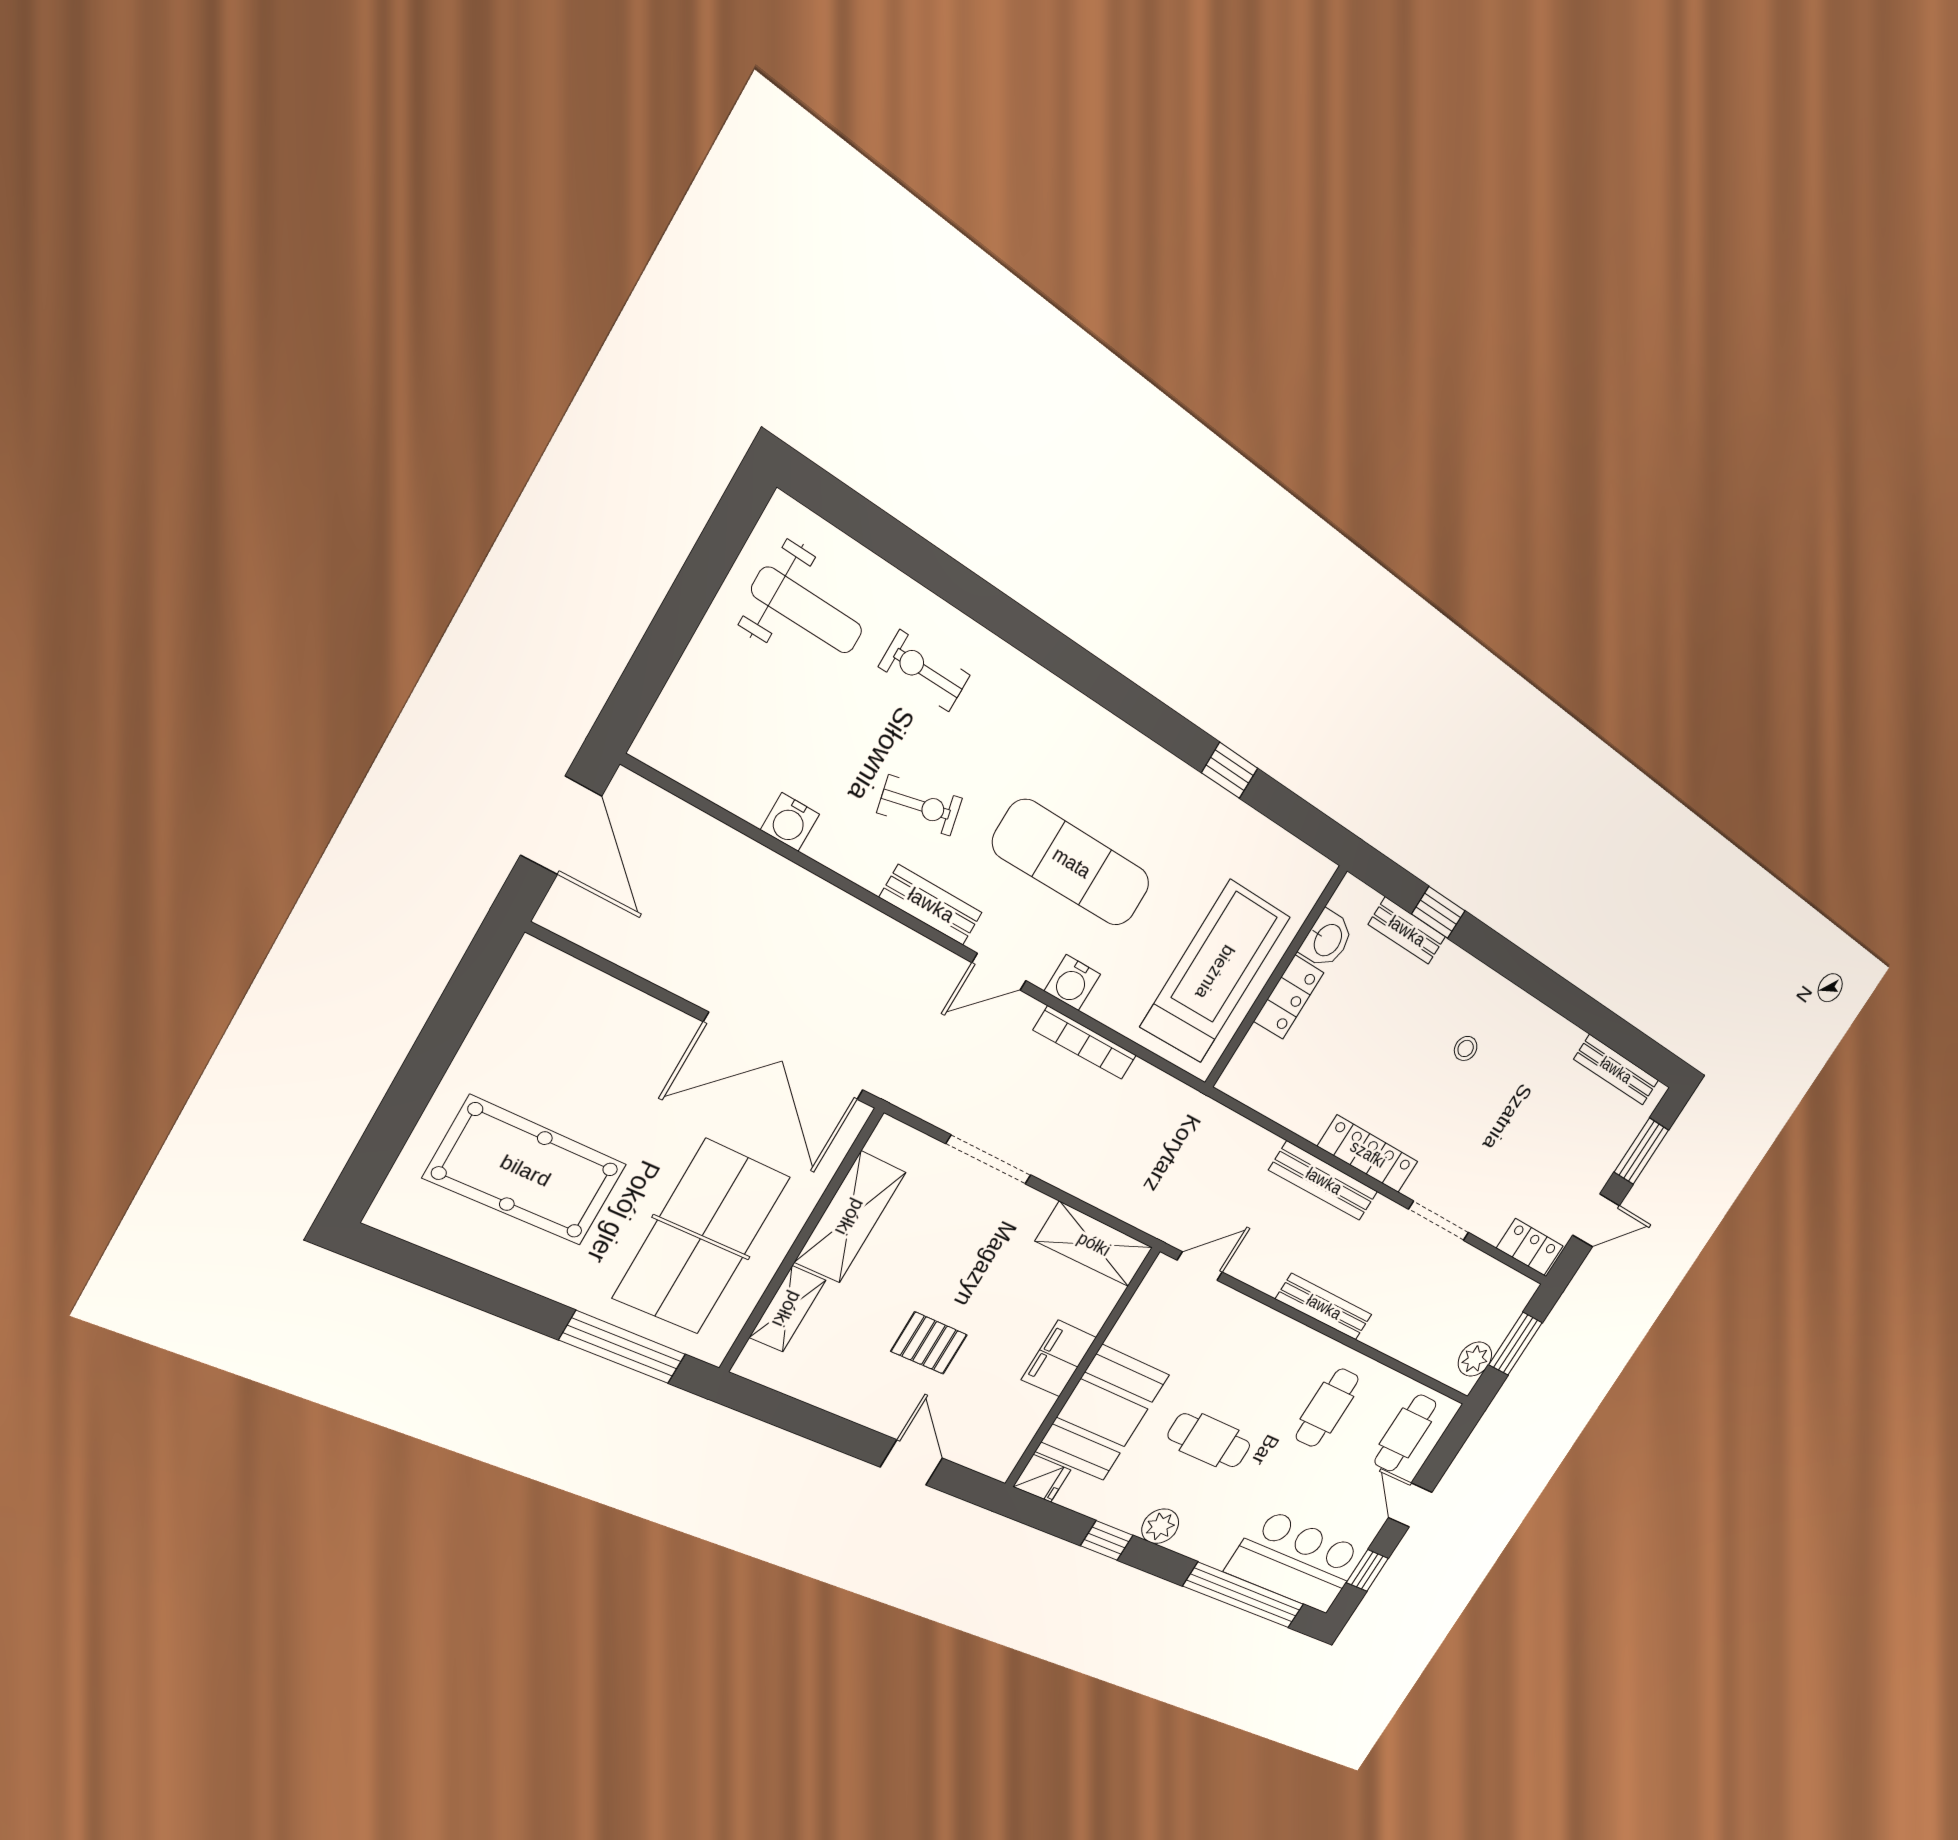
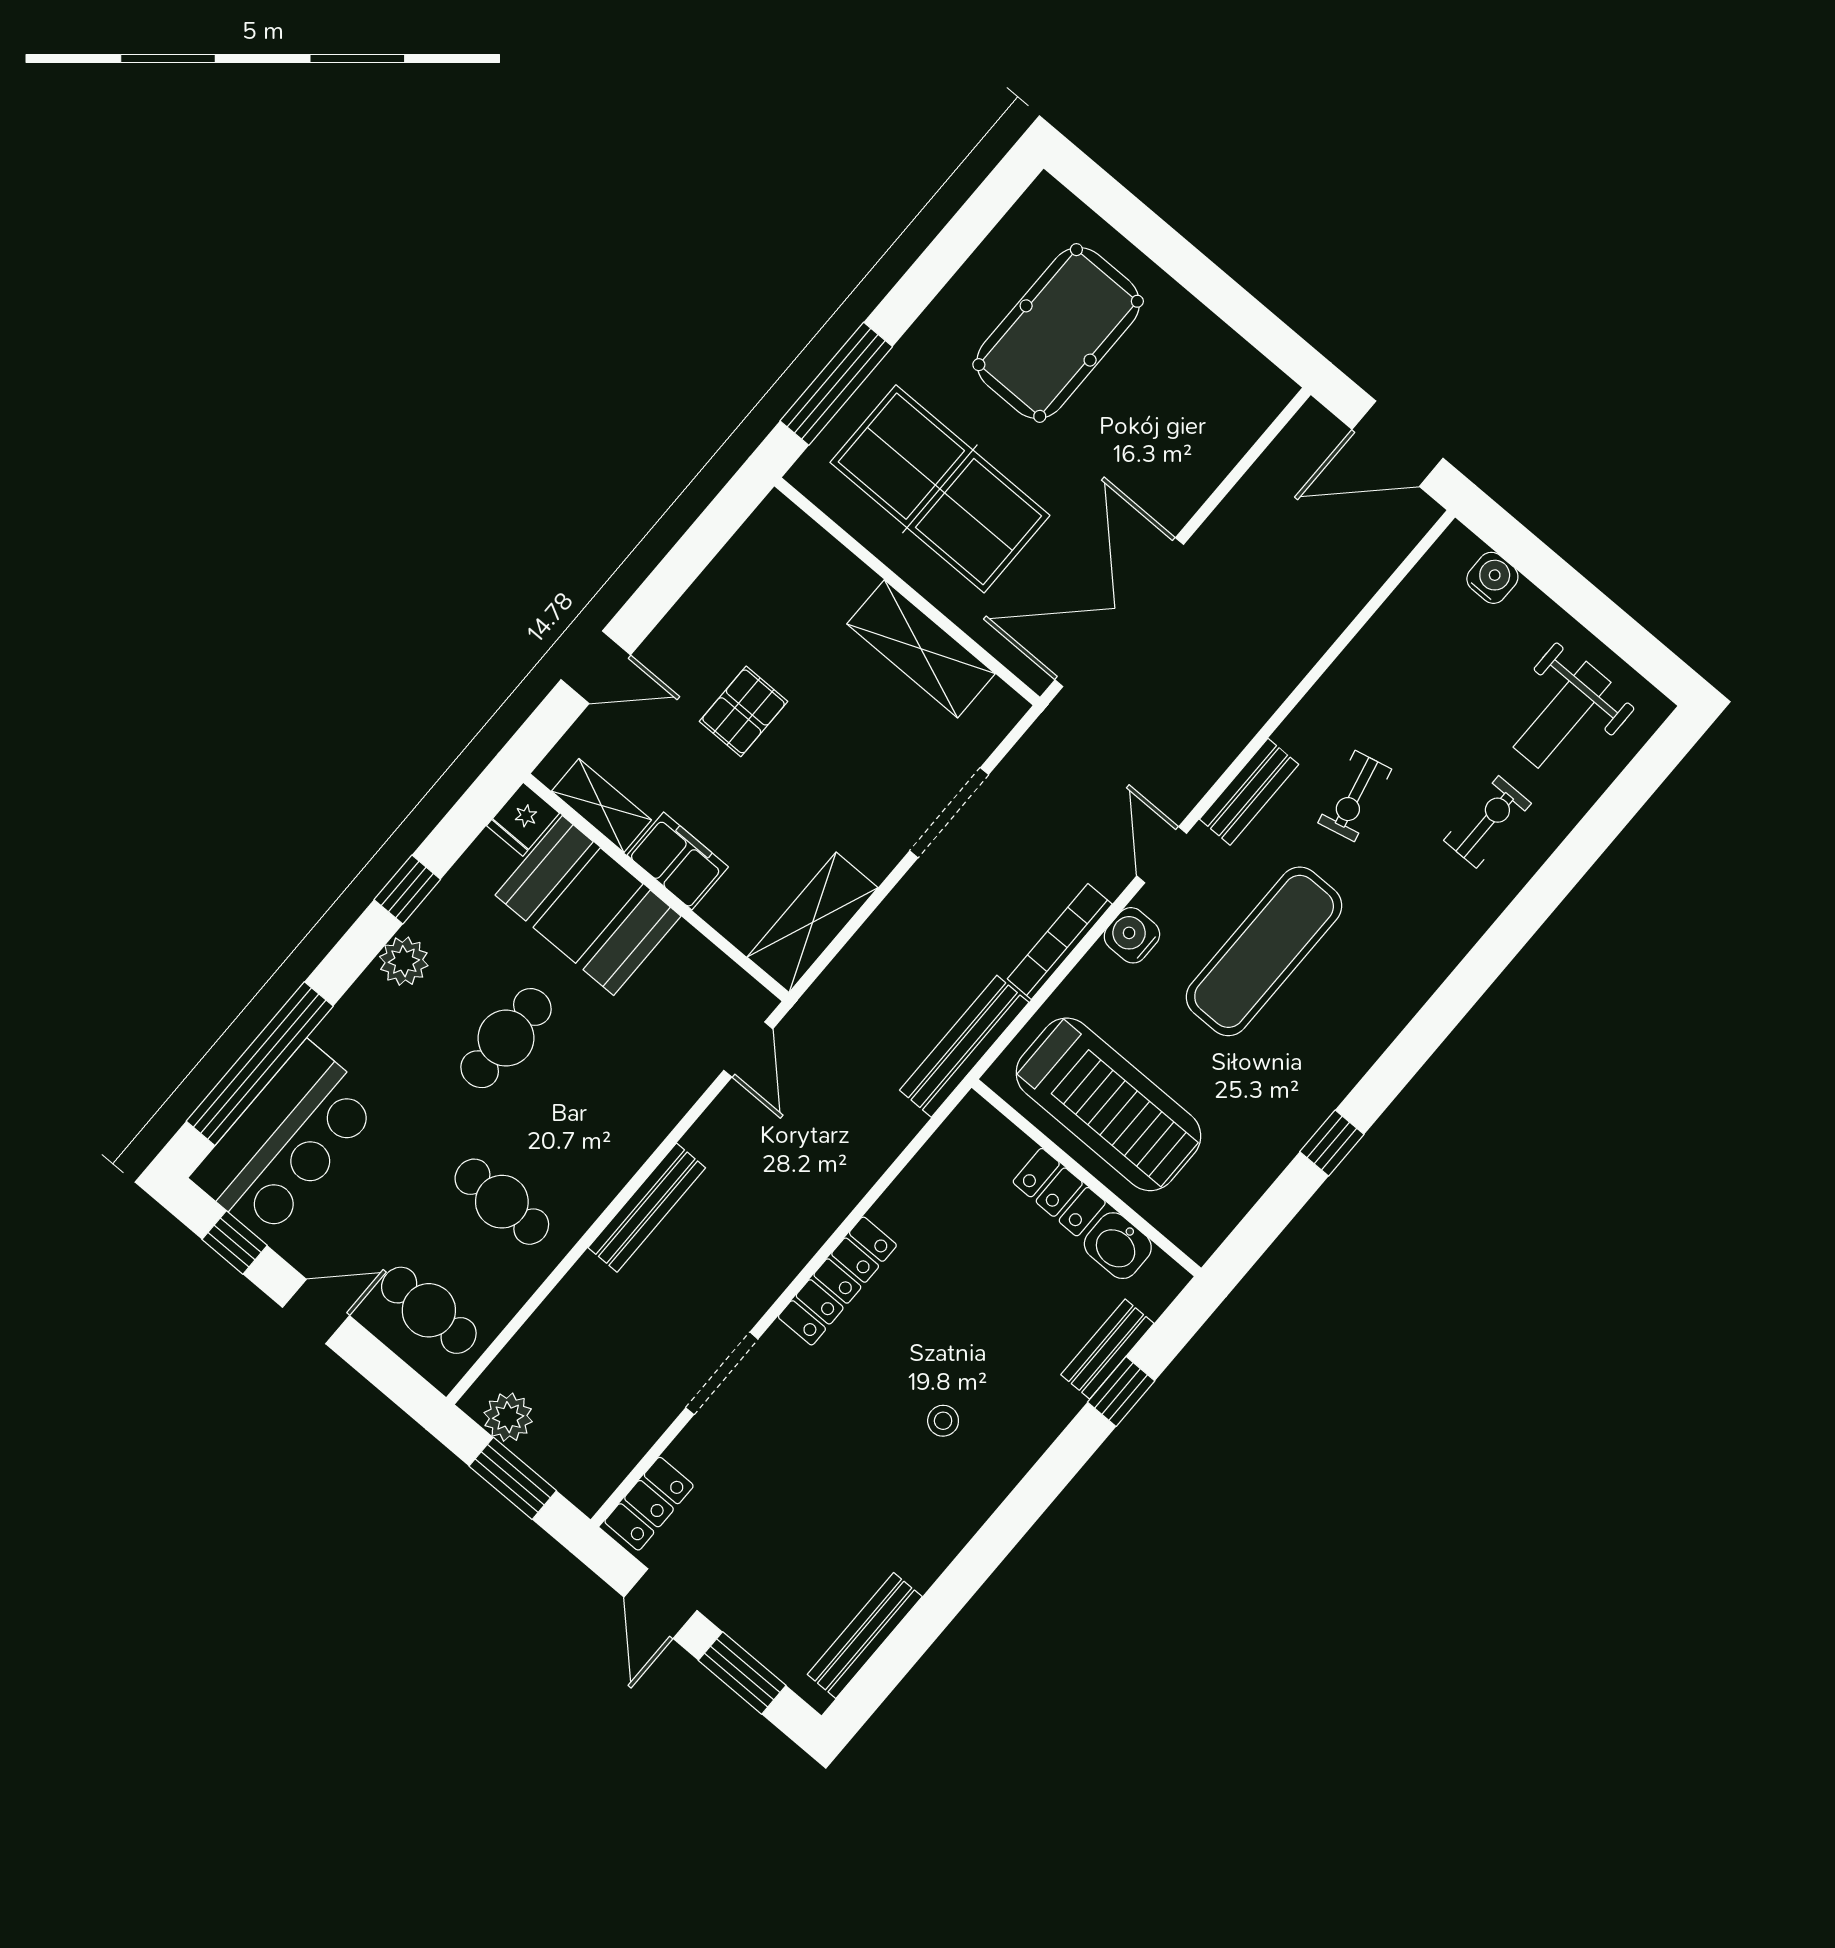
water cooler: (790, 822) -> (1492, 578), moved, turned 90
bench: (1324, 1181) -> (964, 1046), moved
shelving: (787, 1309) -> (601, 806), moved

